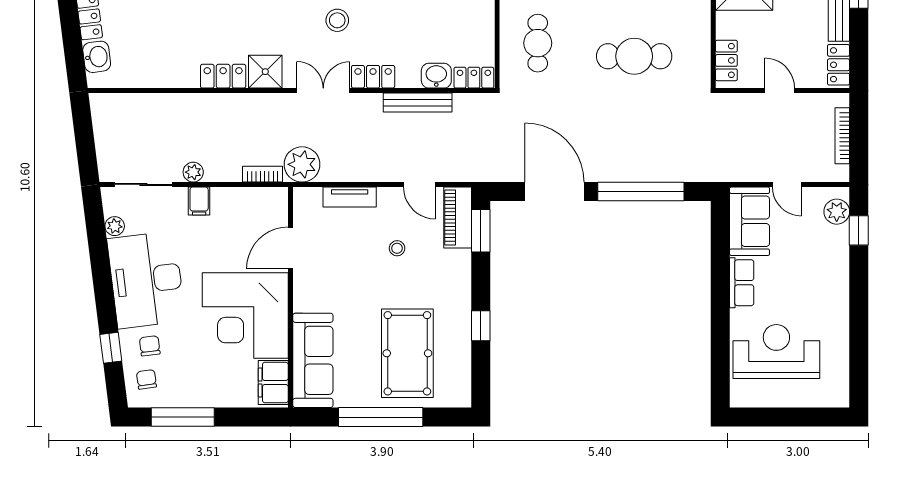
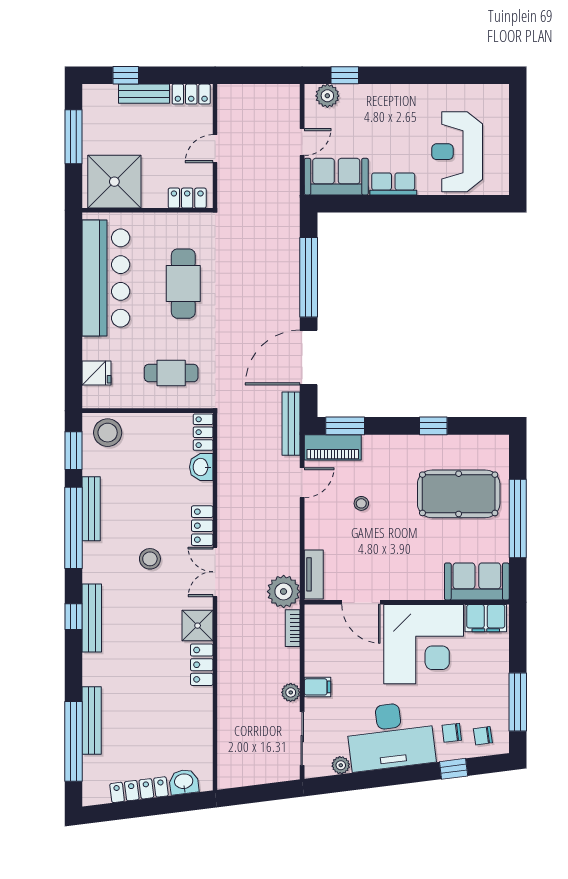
bench: (418, 102) -> (291, 424), moved
bookcase: (842, 136) -> (257, 91), removed
tv unit: (350, 197) -> (314, 574), moved
sofa: (313, 360) -> (477, 581), width x0.73

